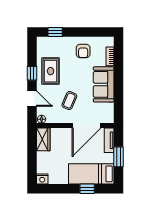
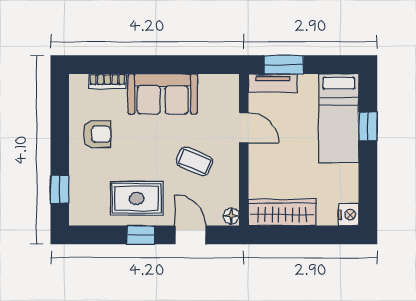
door: (32, 99) -> (191, 235), hinge flipped
door: (86, 126) -> (244, 128), width x0.53
wardrobe: (43, 139) -> (282, 212), width x1.50
window: (119, 157) -> (284, 65), moved

